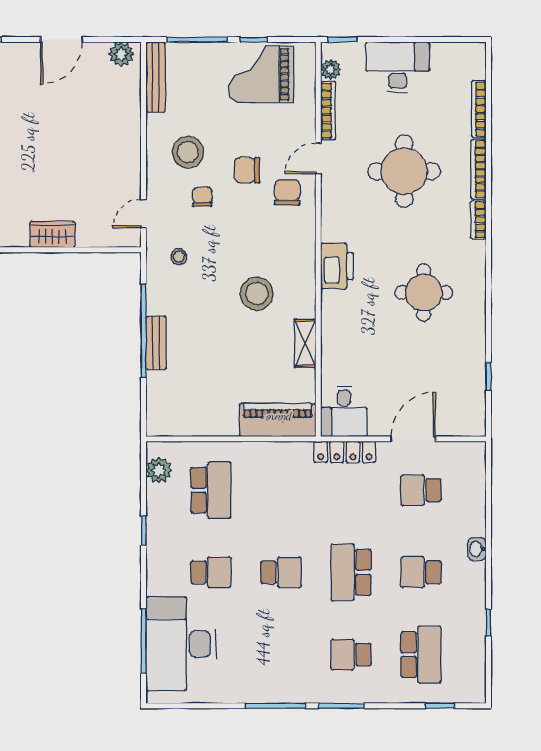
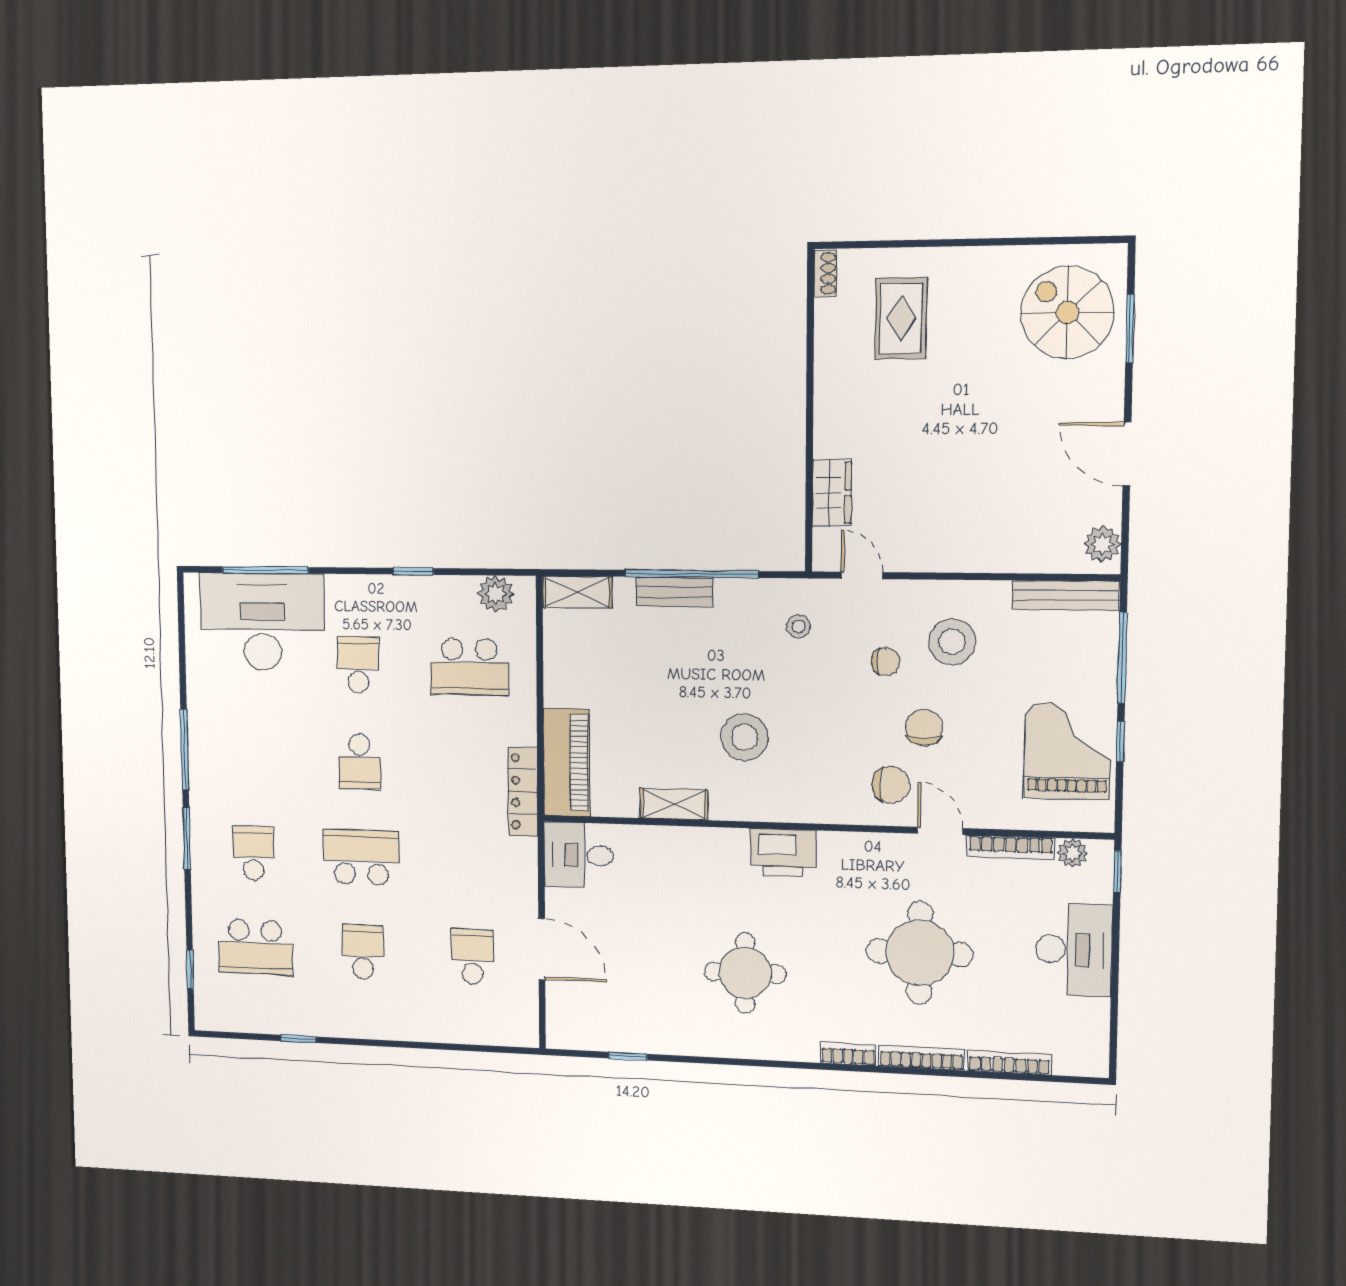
wardrobe: (52, 234) -> (832, 493), moved
shelving: (157, 412) -> (577, 592), added
locker: (345, 452) -> (523, 792), moved
washbasin: (477, 549) -> (395, 1028), removed
school desk: (211, 572) -> (358, 665), turned 180

